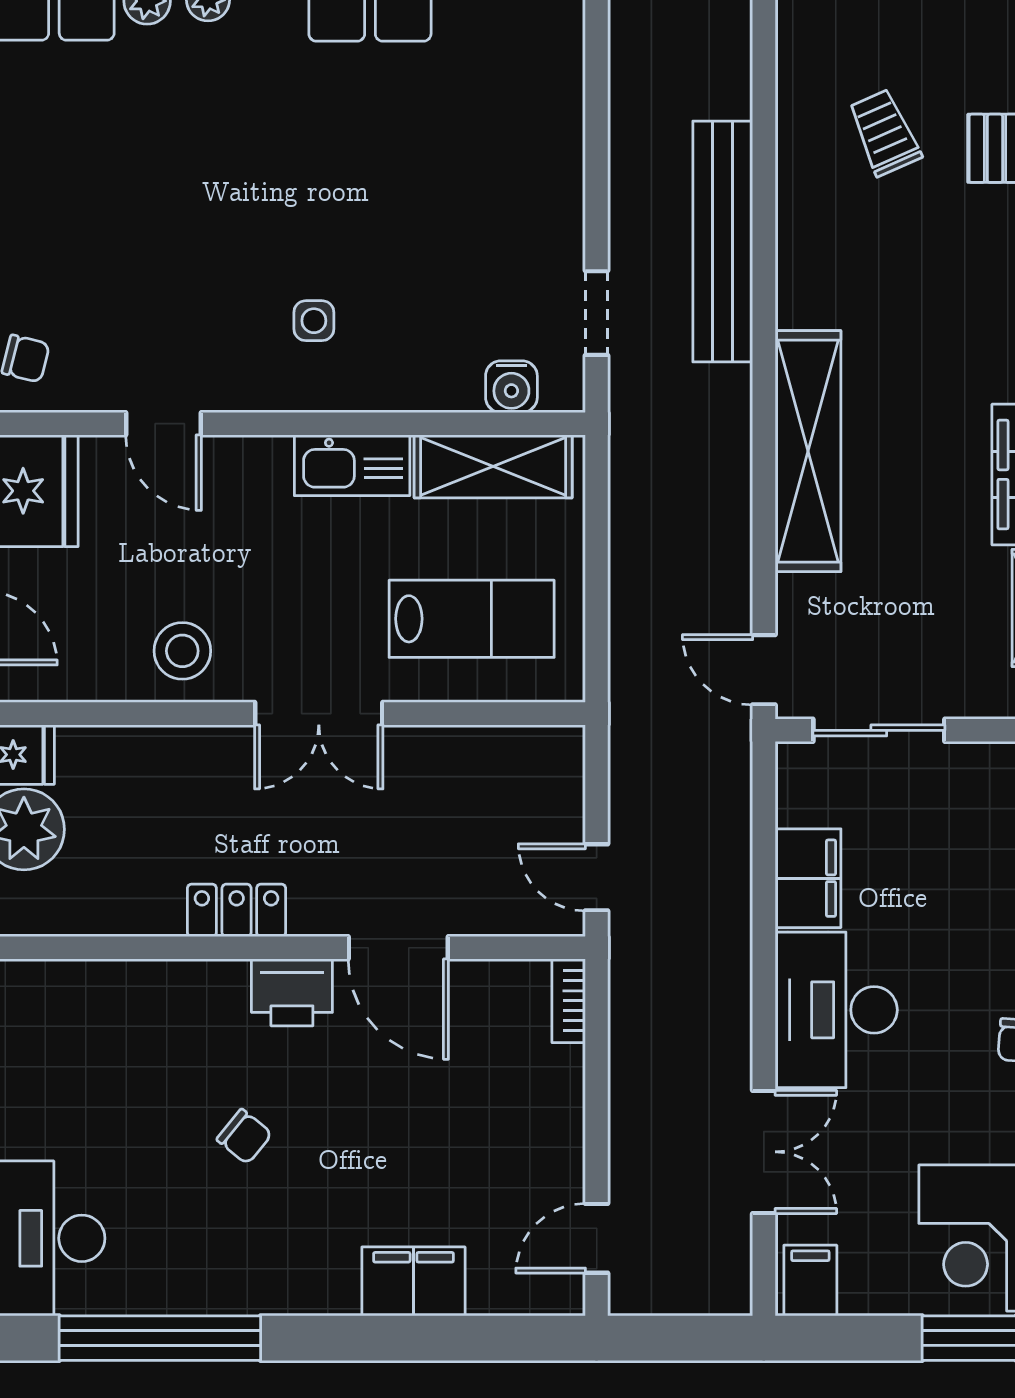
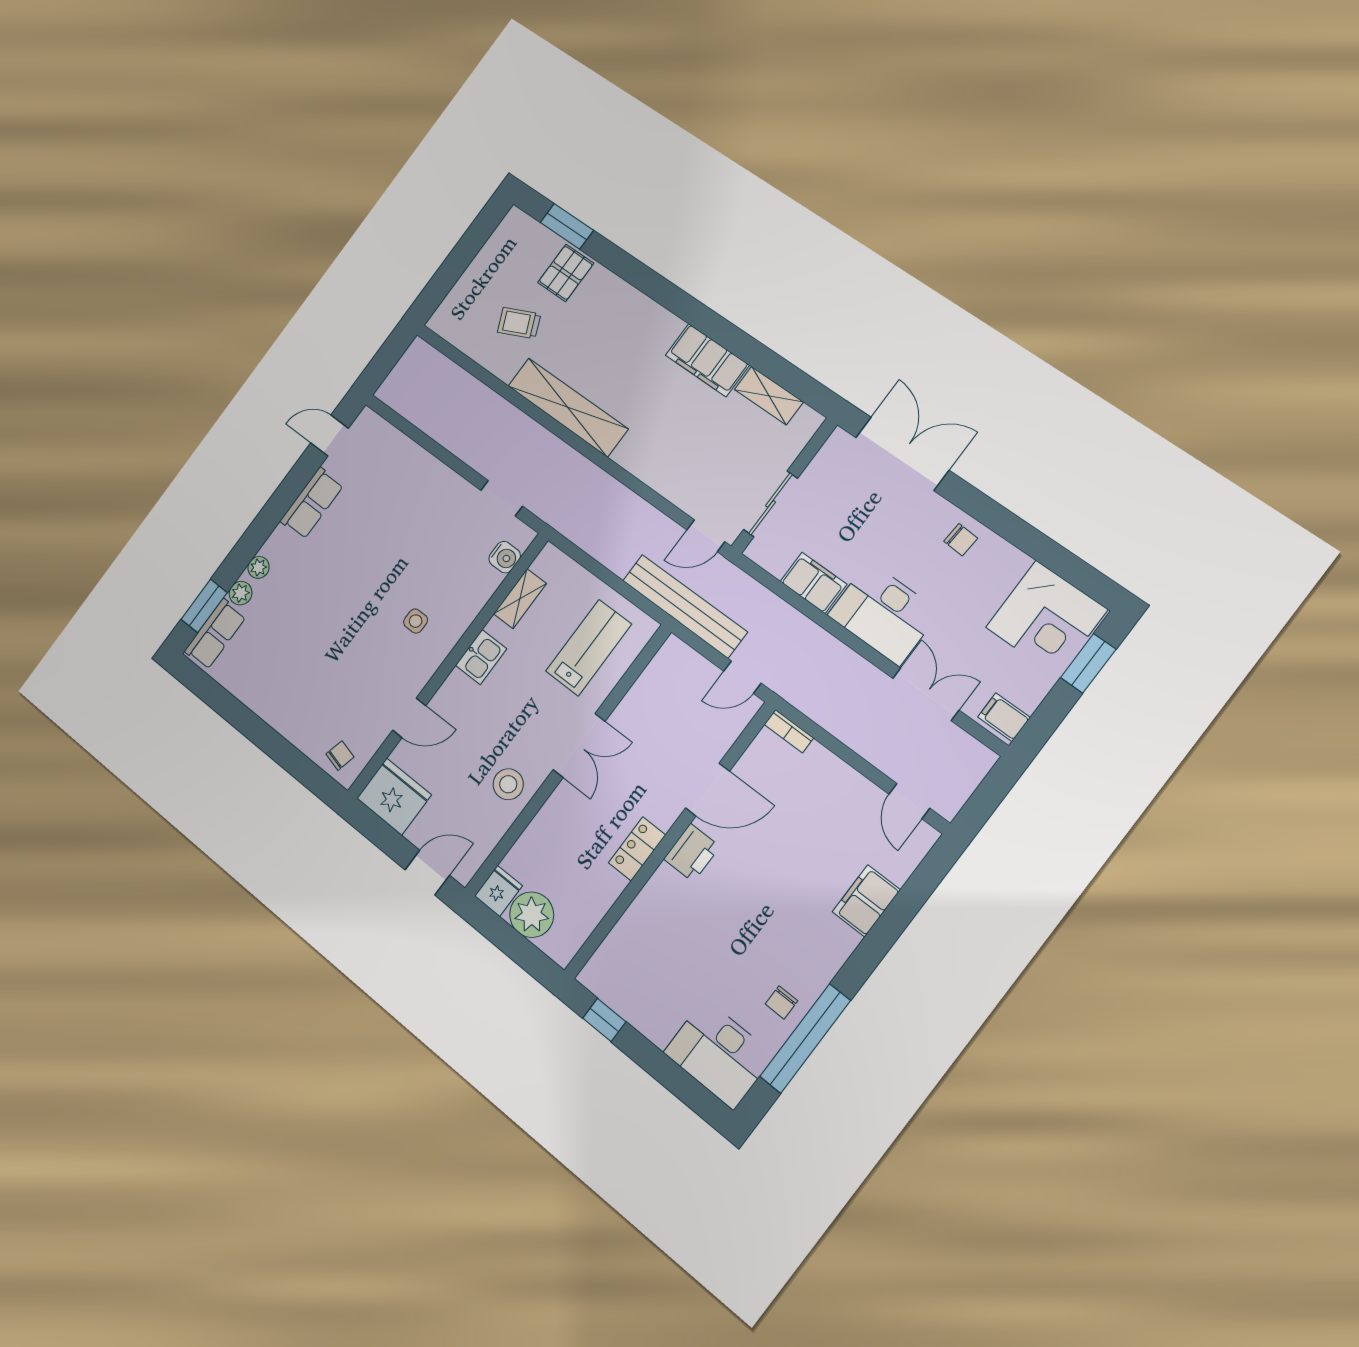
bench: (723, 241) -> (685, 606), moved
shelving: (808, 451) -> (568, 407), moved
kitchen sink: (352, 465) -> (481, 657), width x0.73
shelving: (493, 466) -> (520, 599), width x0.67, depth x0.75
chair: (244, 1137) -> (781, 1002), moved, turned 141

